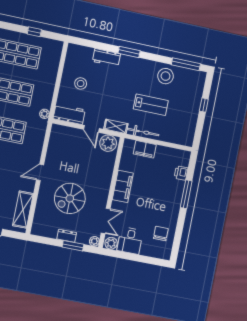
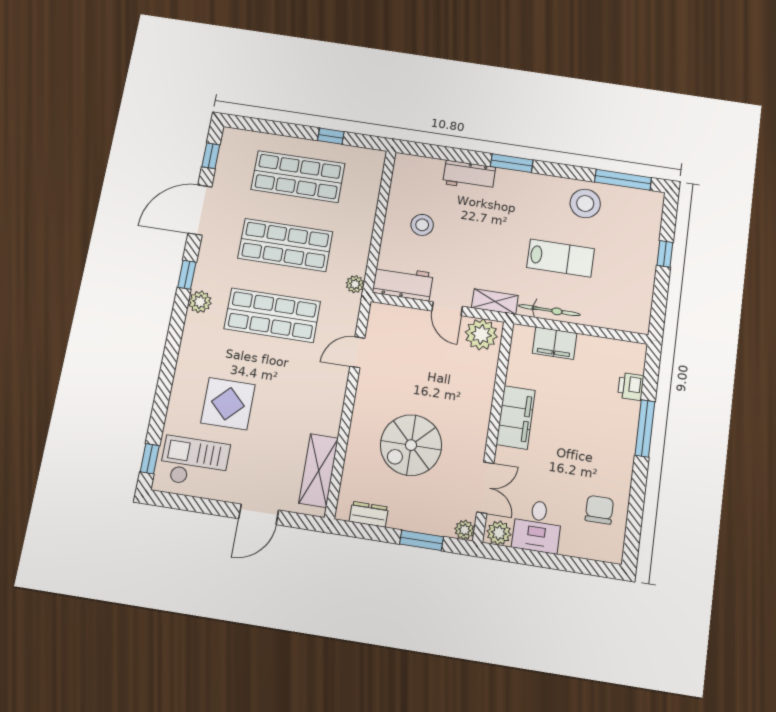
door: (40, 172) -> (357, 352), moved
dresser: (67, 236) -> (369, 514), moved

